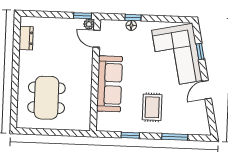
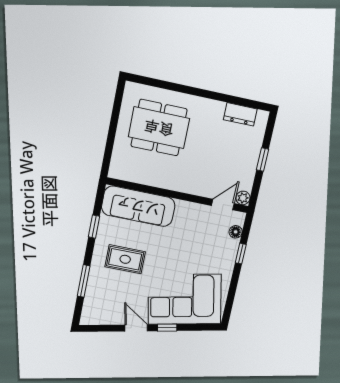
window: (83, 16) -> (263, 159), moved
floor lamp: (131, 25) -> (236, 232), moved
window: (200, 51) -> (167, 328), moved
sofa: (110, 84) -> (138, 206), moved

